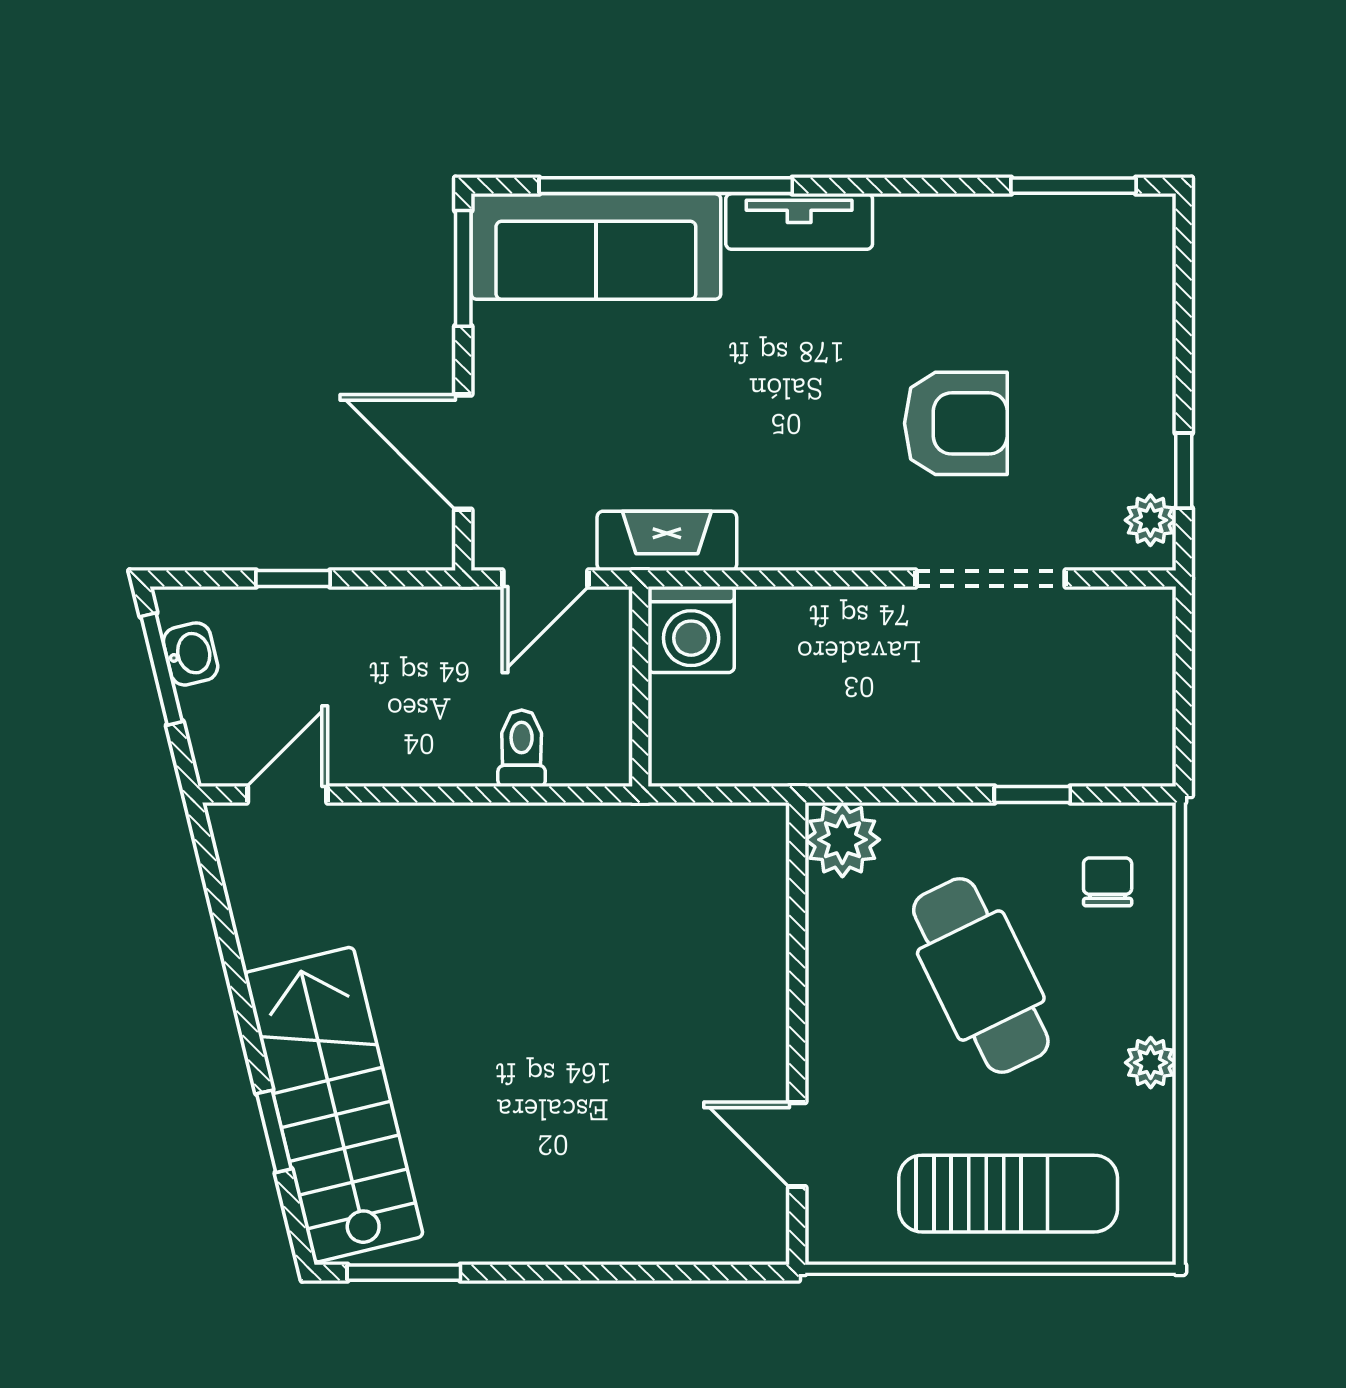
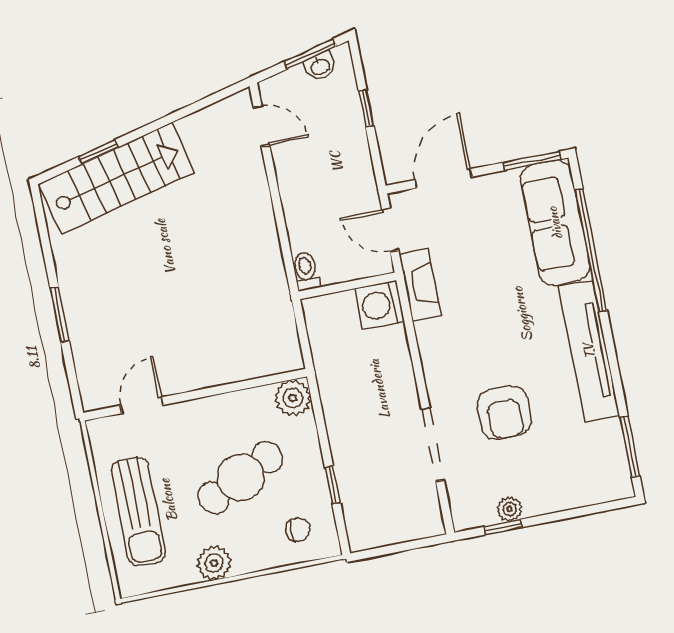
tv unit: (799, 221) -> (589, 351), width x1.92, depth x1.29
plant: (1150, 520) -> (510, 509), moved
toilet: (522, 748) -> (306, 271), moved, turned -90
plant: (1151, 1063) -> (214, 563), width x1.38, depth x1.38
window: (404, 1273) -> (60, 314), moved

